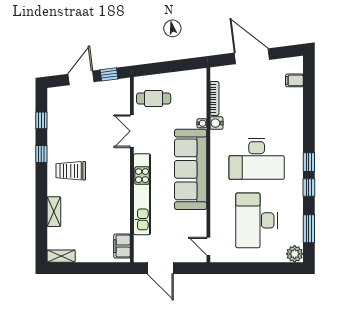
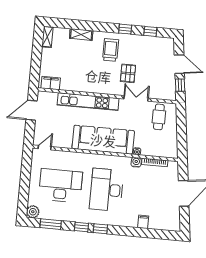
filing cabinet: (294, 80) -> (143, 222), moved
pallet: (100, 145) -> (128, 73), added

